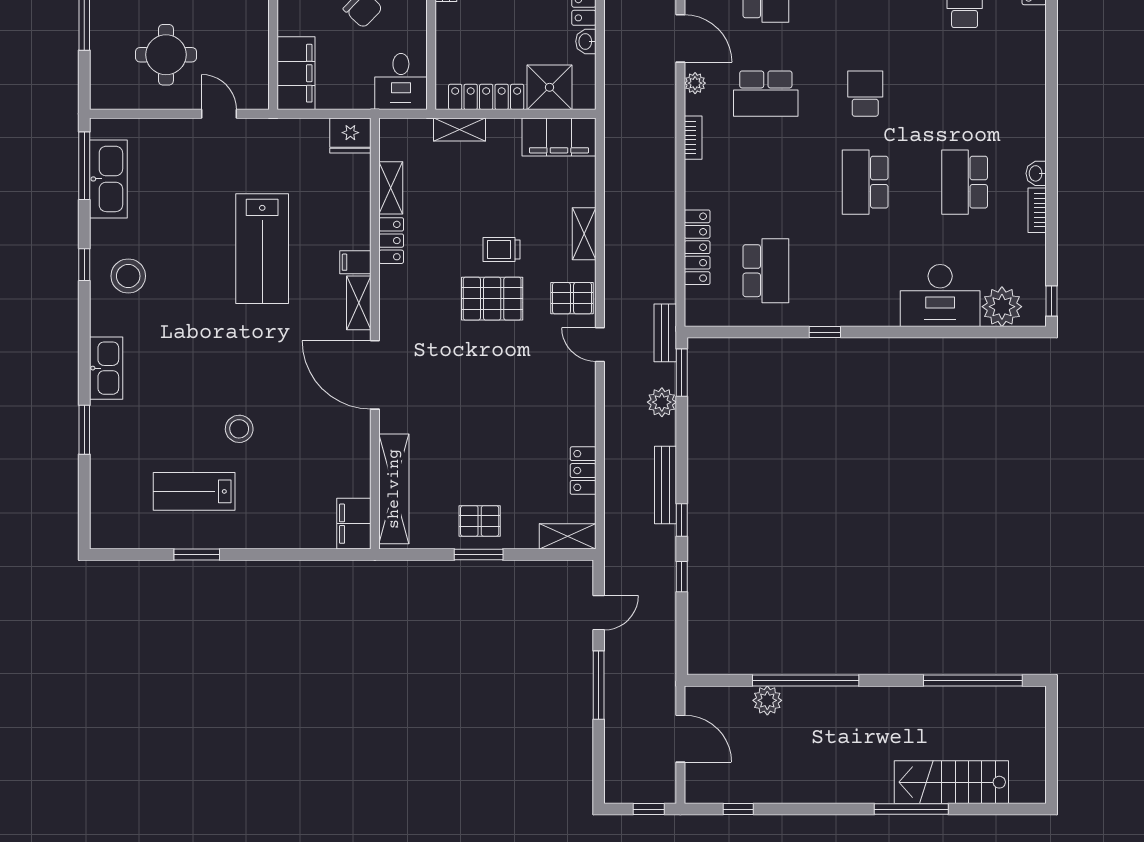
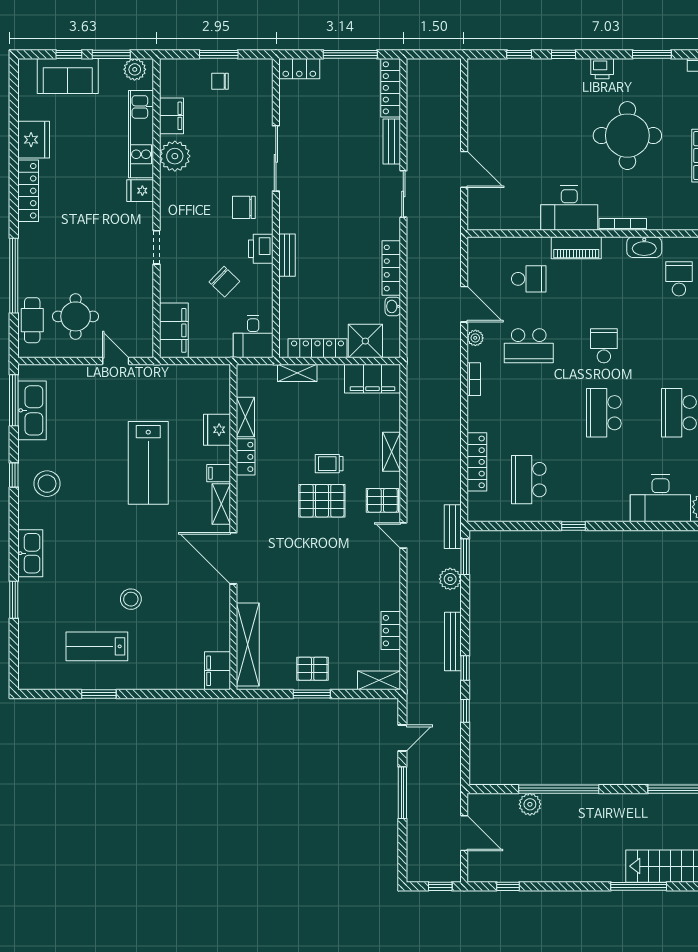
cafe table: (109, 60) -> (32, 320), added
fridge: (350, 135) -> (217, 430), moved, turned 90
school desk: (766, 271) -> (529, 480), turned 180

